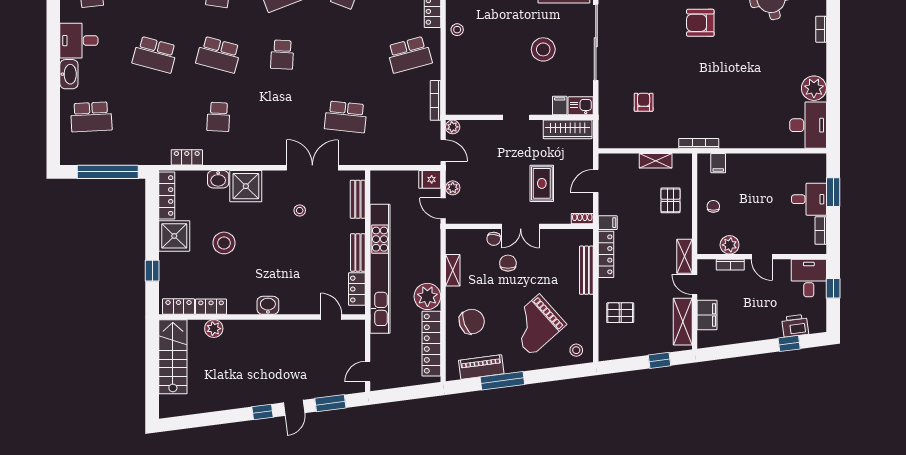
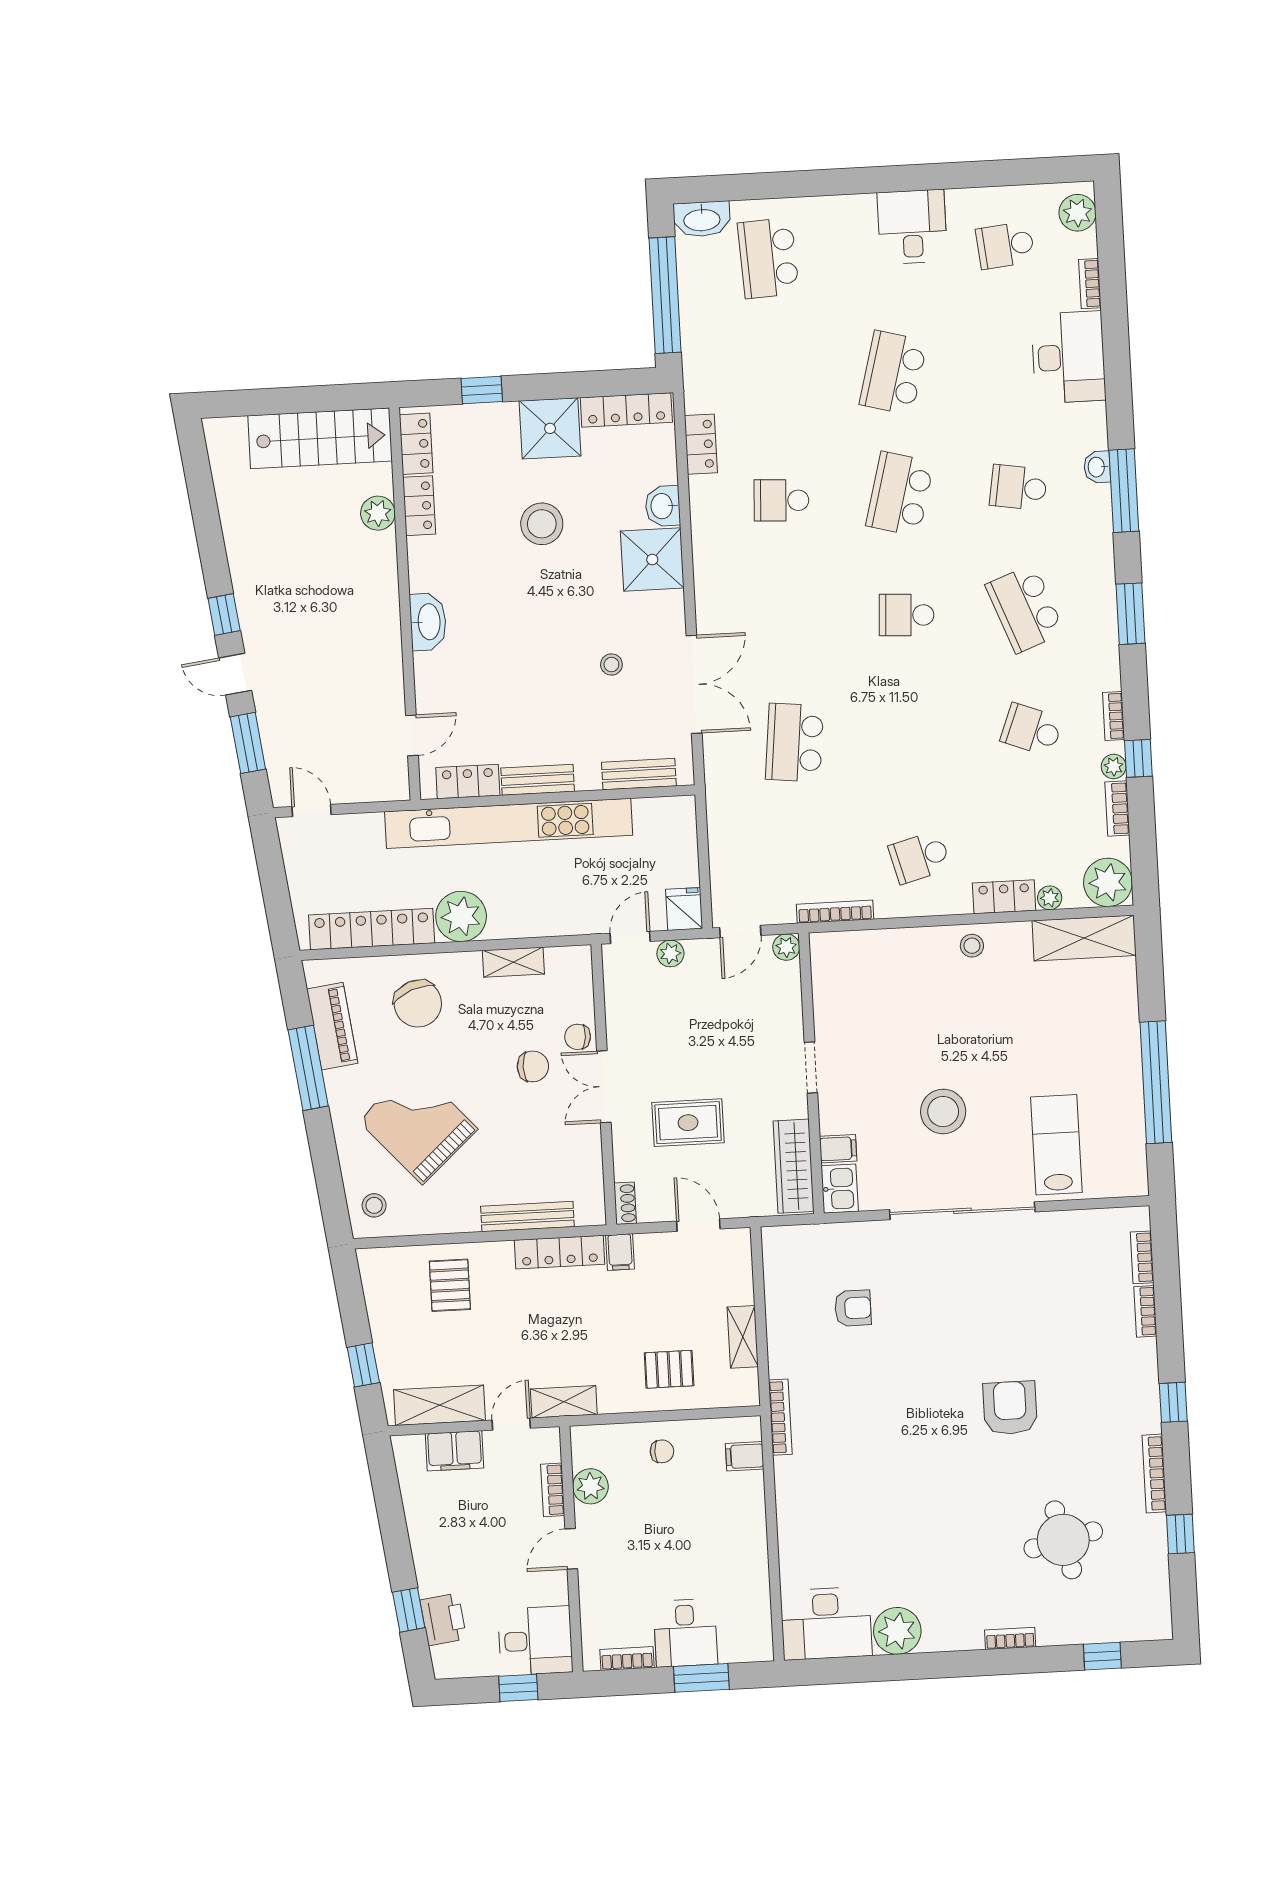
school desk: (409, 55) -> (920, 857), width x0.54
washbasin: (69, 74) -> (702, 219), moved
washbasin: (268, 305) -> (428, 622), width x1.38

